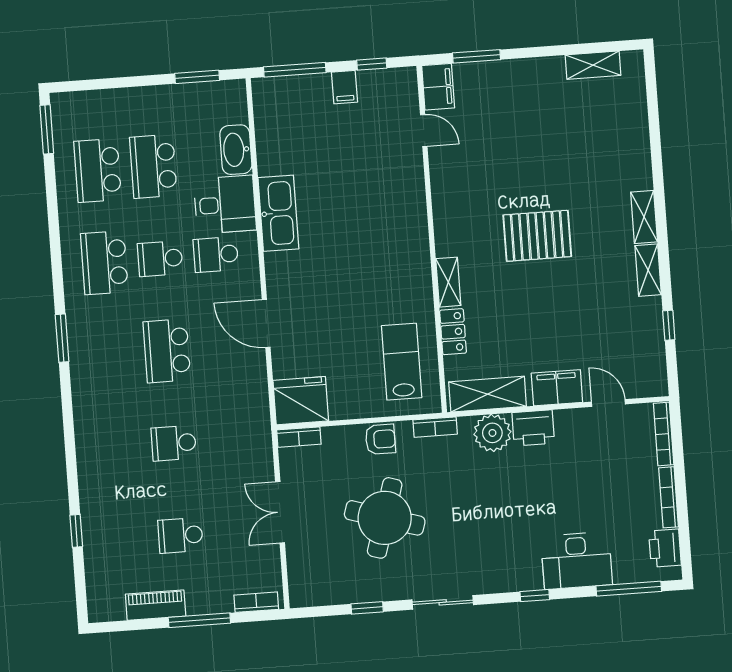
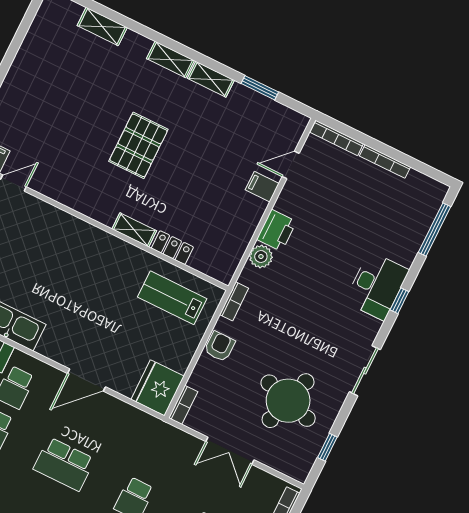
shelving: (593, 65) -> (102, 27), moved, turned 90
window: (669, 325) -> (260, 88), width x1.50
filing cabinet: (557, 388) -> (262, 187), width x0.50
shelving: (488, 394) -> (233, 249), removed
plant: (492, 433) -> (261, 257), width x0.73, depth x0.73
round table: (385, 518) -> (288, 401), moved
printer: (665, 548) -> (420, 186), removed
desk: (577, 560) -> (377, 286), moved
window: (367, 608) -> (327, 447), moved

